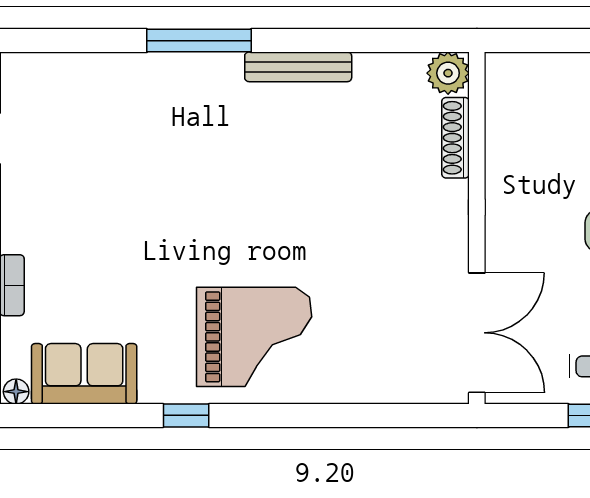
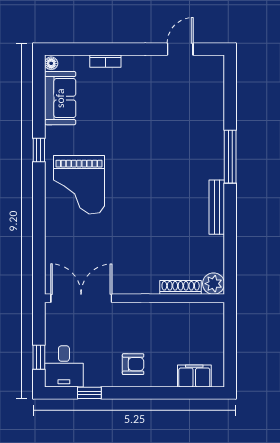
double door: (477, 333) -> (81, 298), swing flipped

